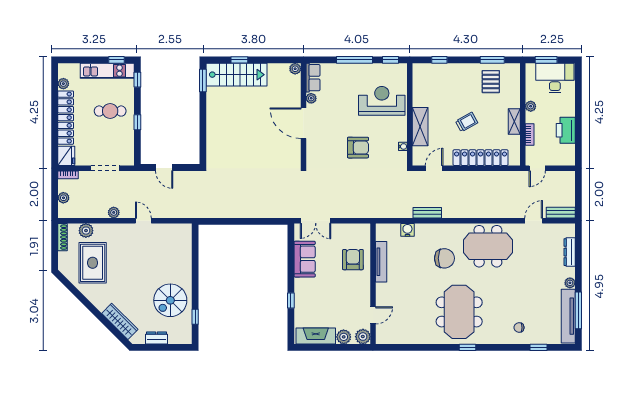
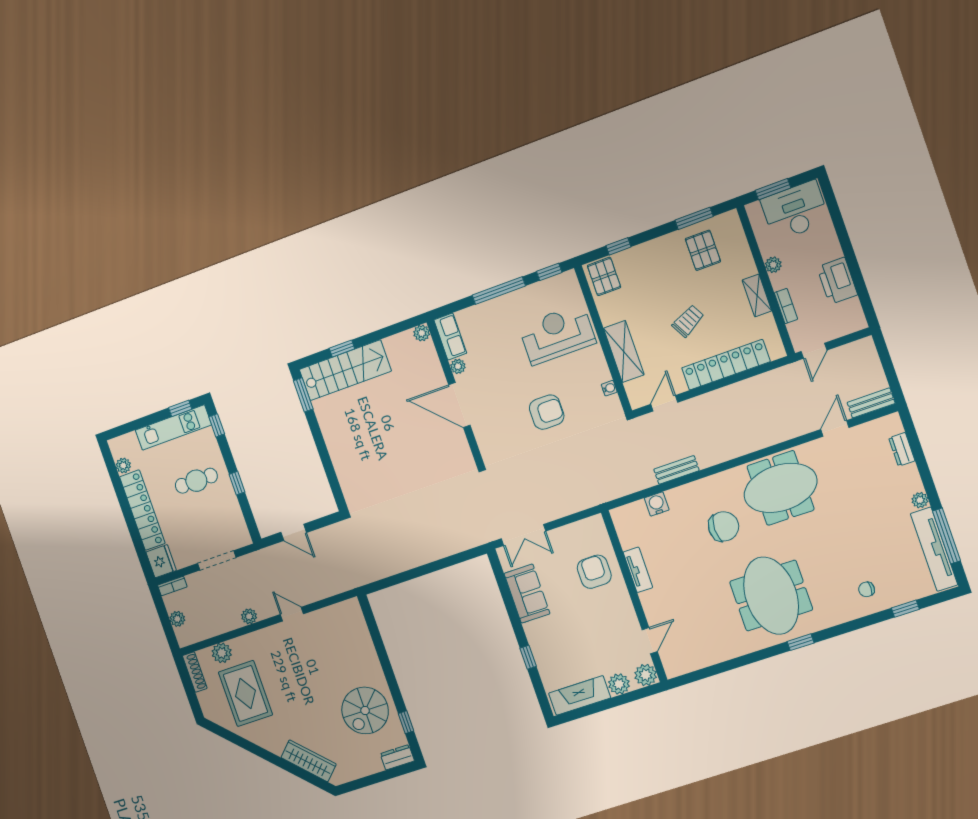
pallet: (424, 75) -> (604, 276), added
dresser: (570, 252) -> (902, 449), width x0.70
tv unit: (381, 262) -> (638, 570), width x0.71
dresser: (156, 338) -> (397, 757), moved

